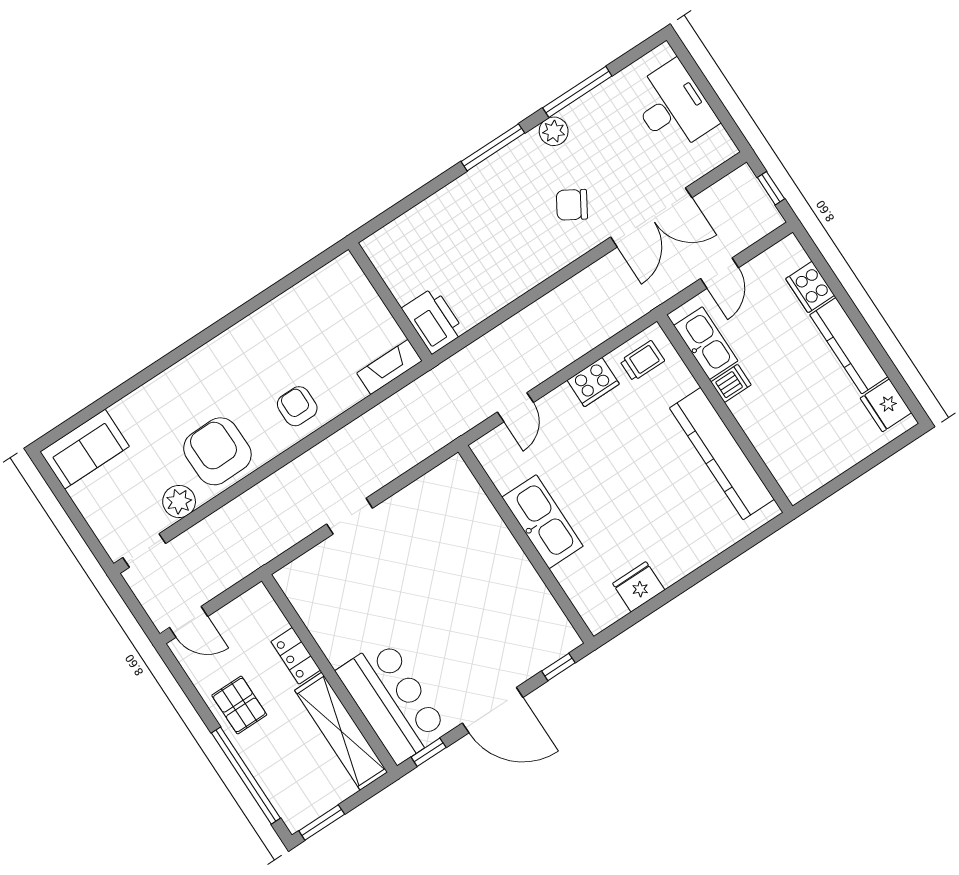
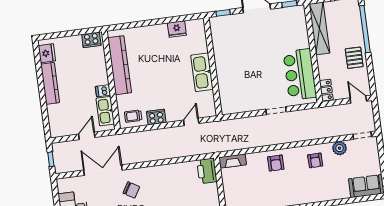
cooker: (810, 287) -> (91, 40), moved, turned 90
armchair: (217, 451) -> (315, 160), width x0.53, depth x0.53
locker: (296, 656) -> (326, 90), moved
bar counter: (392, 701) -> (300, 75), moved

